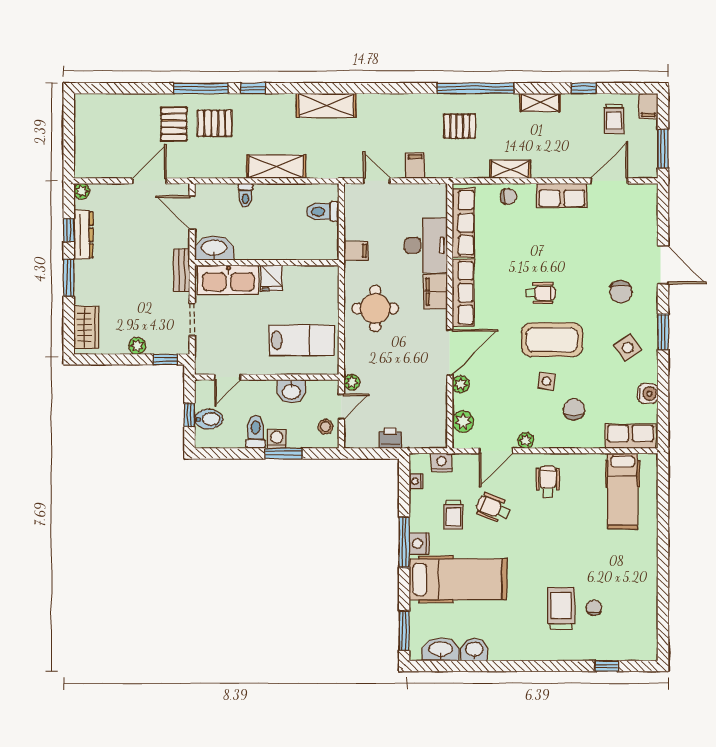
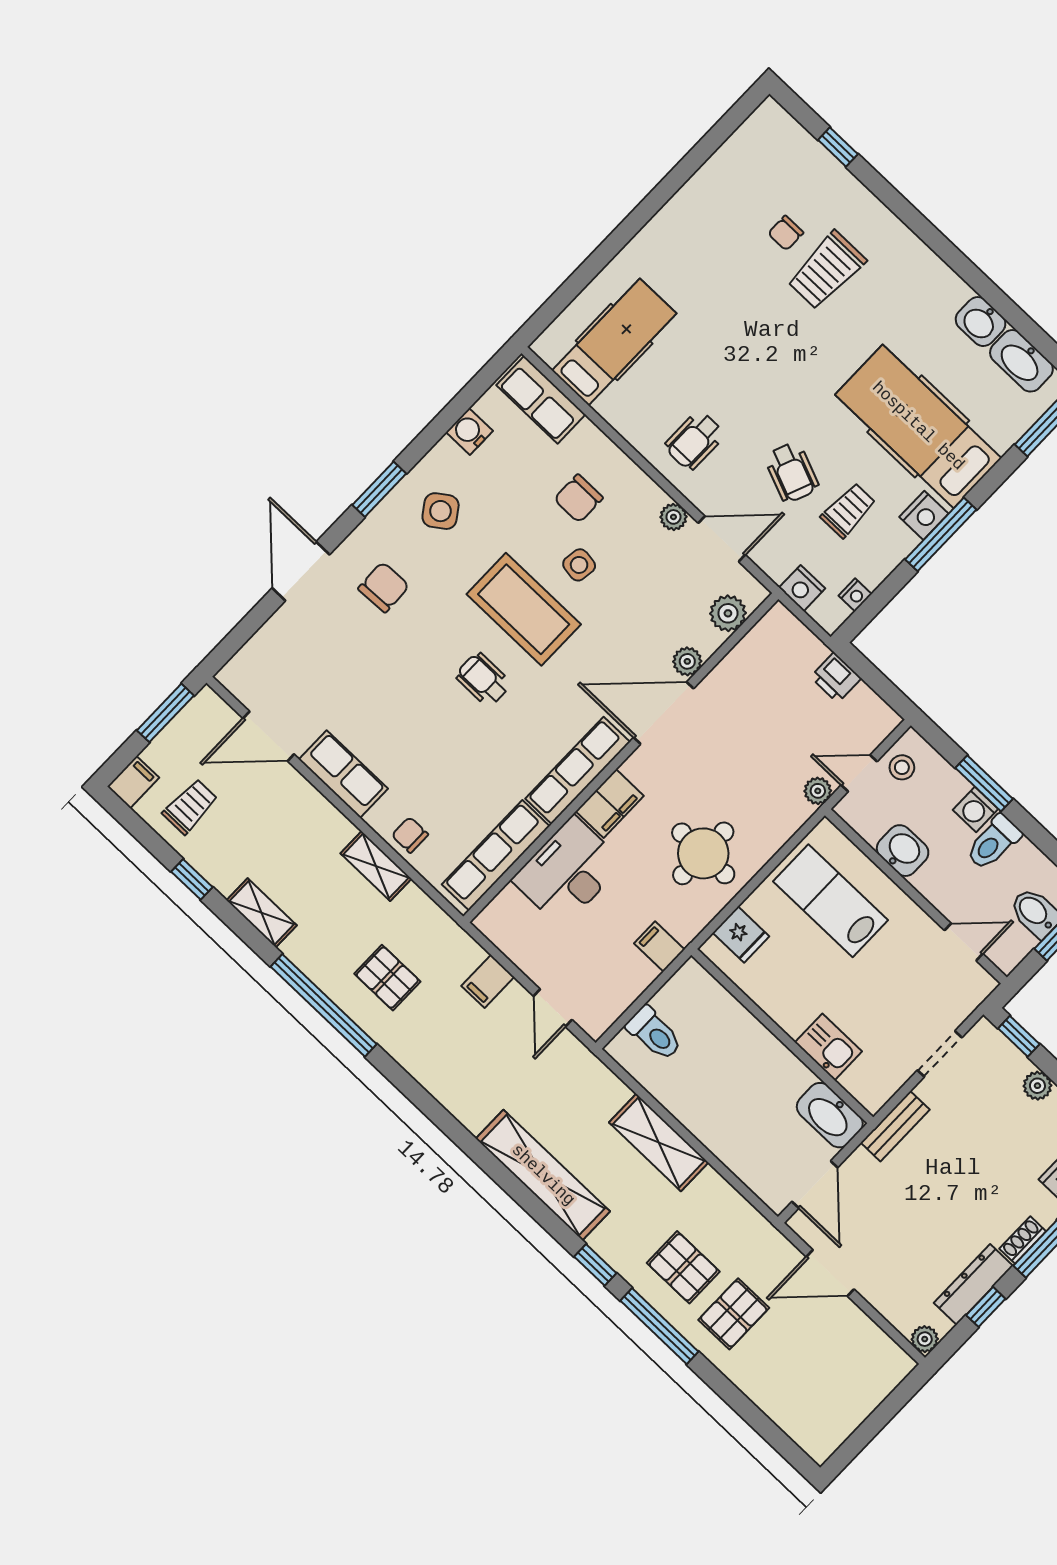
shelving: (326, 105) -> (543, 1175), width x1.47
toilet: (245, 195) -> (730, 1143), removed
shoe rack: (80, 274) -> (1023, 1240), added
fridge: (271, 278) -> (741, 935), moved, turned 90
kitchen sink: (228, 280) -> (828, 1047), width x0.53, depth x0.81

